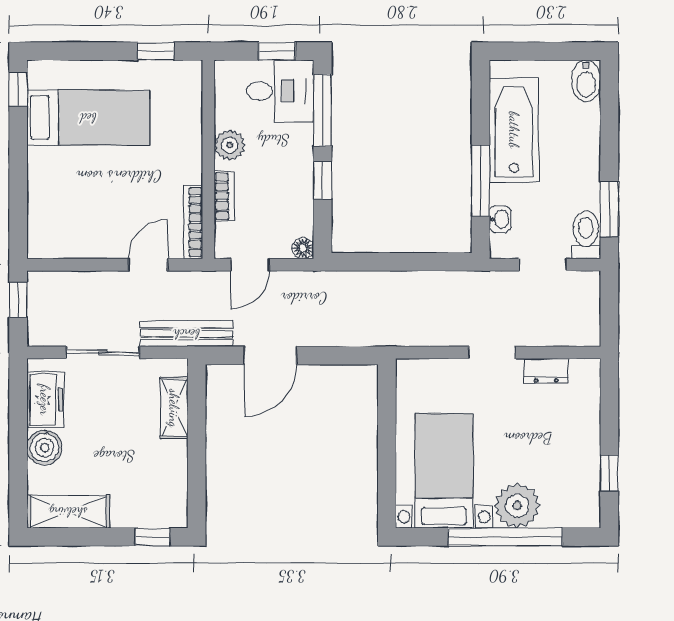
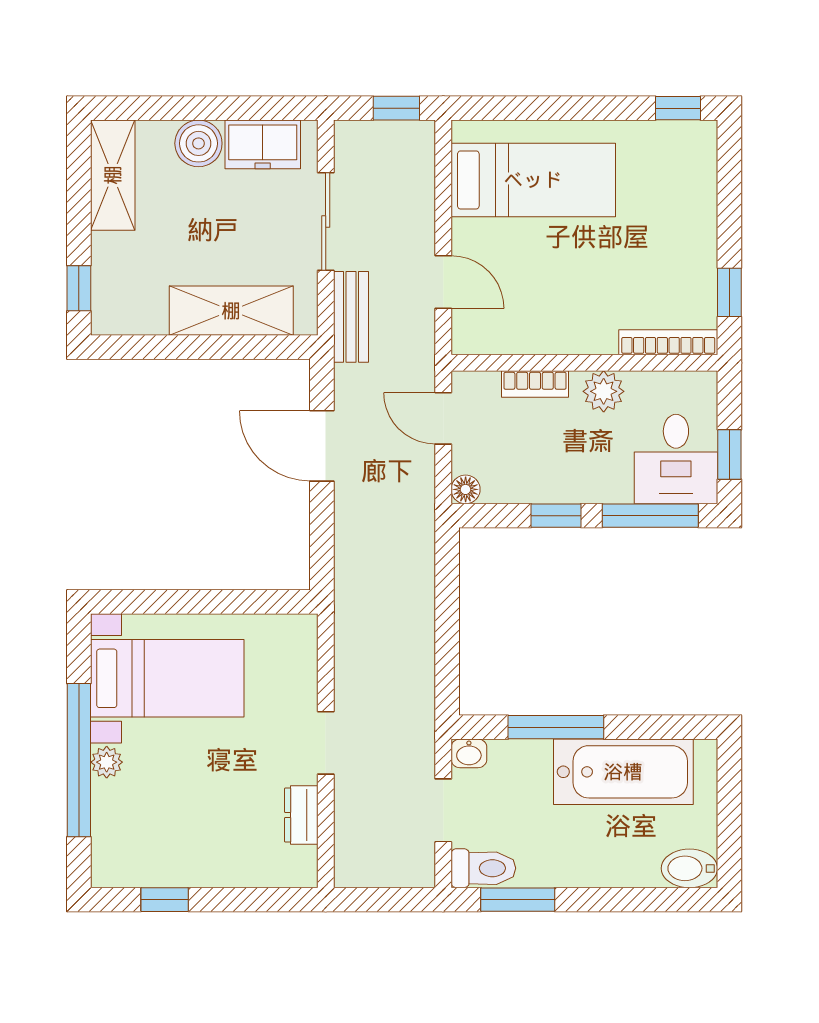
bed: (88, 118) -> (533, 180), moved, turned -90
washbasin: (500, 219) -> (469, 753), moved
bookcase: (193, 222) -> (668, 342), moved
bench: (186, 334) -> (351, 317), width x0.73
shelving: (174, 408) -> (231, 311), width x1.50, depth x1.33
plant: (517, 506) -> (107, 762), width x0.53, depth x0.53

